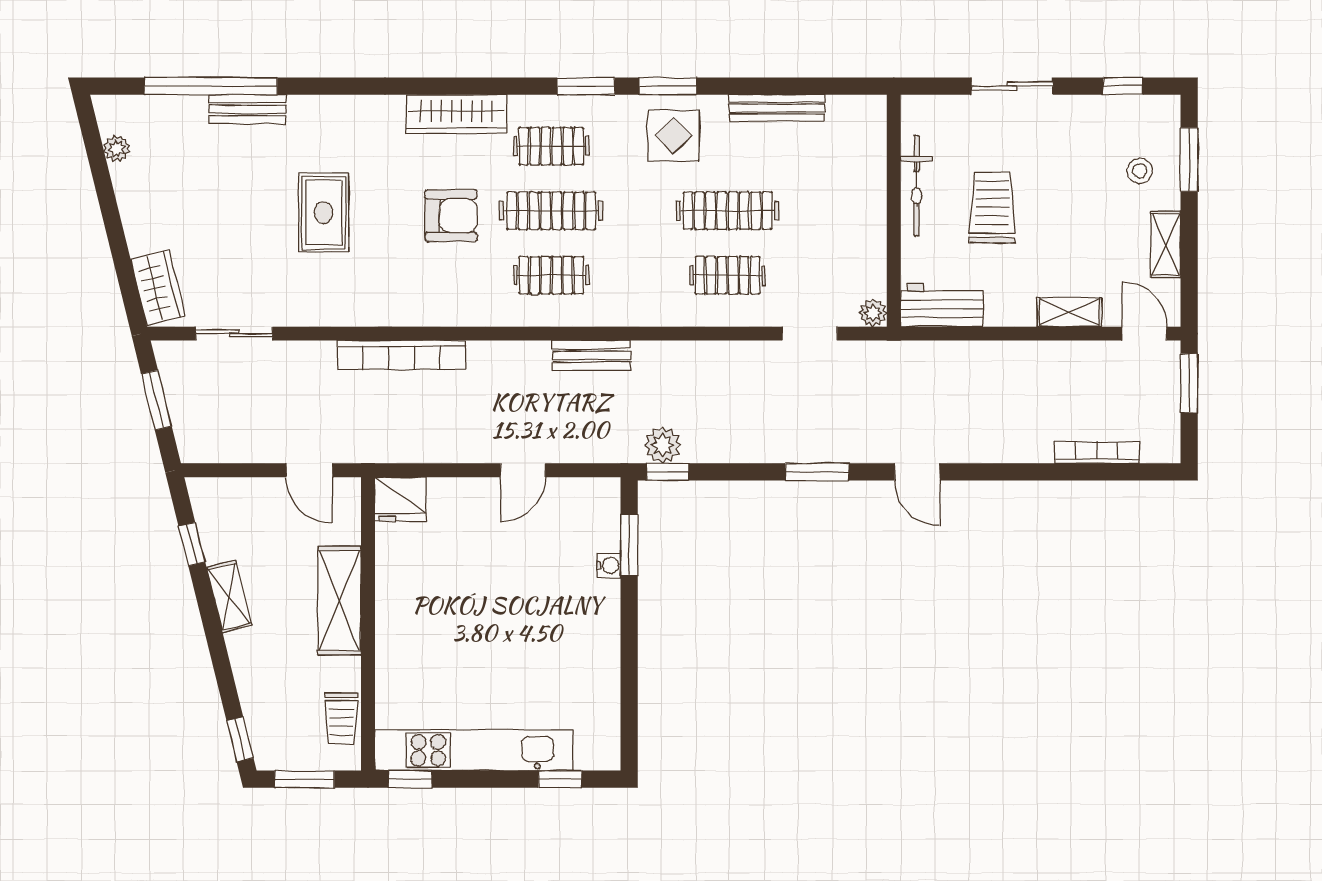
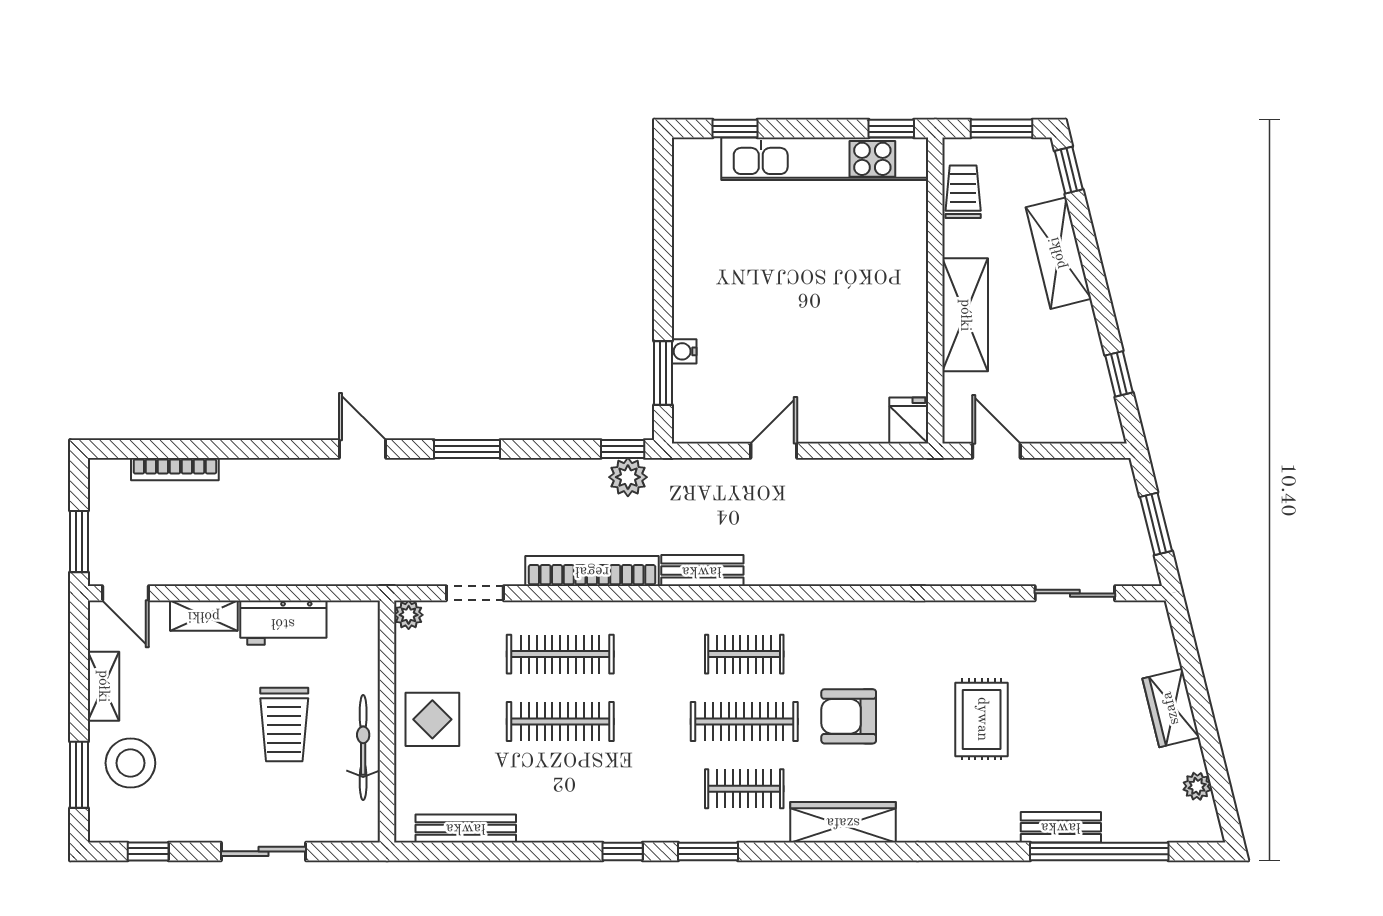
window: (668, 86) -> (623, 851), width x0.67
bench: (777, 108) -> (466, 828), moved
display table: (673, 136) -> (432, 719), moved
stool: (1140, 171) -> (130, 763), width x1.89, depth x1.89
clothes rail: (728, 275) -> (560, 654), width x1.36
wardrobe: (158, 288) -> (1171, 708), moved
workbench: (942, 305) -> (283, 623), moved
bookcase: (402, 355) -> (592, 571), moved
fridge: (401, 499) -> (909, 421), width x0.72
shelving: (229, 596) -> (1058, 253), moved, width x1.50, depth x1.33

